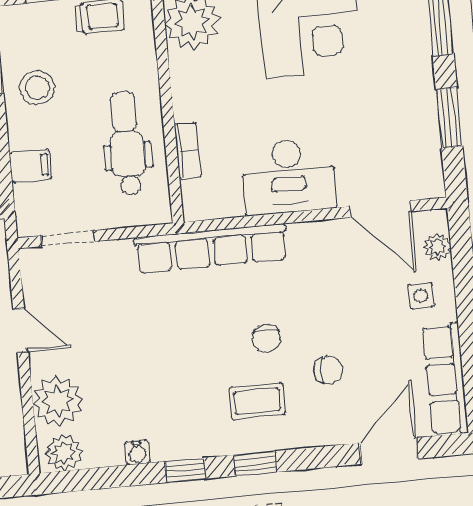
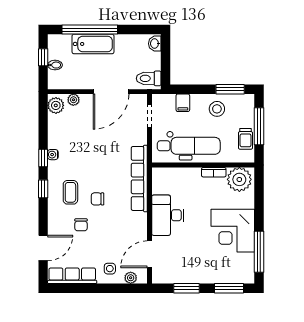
dental chair: (127, 143) -> (189, 146), width x1.36, depth x1.38
bookcase: (188, 151) -> (214, 172), moved
door: (21, 331) -> (111, 92), width x1.87
plant: (58, 401) -> (73, 100), width x0.53, depth x0.53
door: (389, 451) -> (43, 248), hinge flipped
water cooler: (137, 452) -> (53, 155), moved

